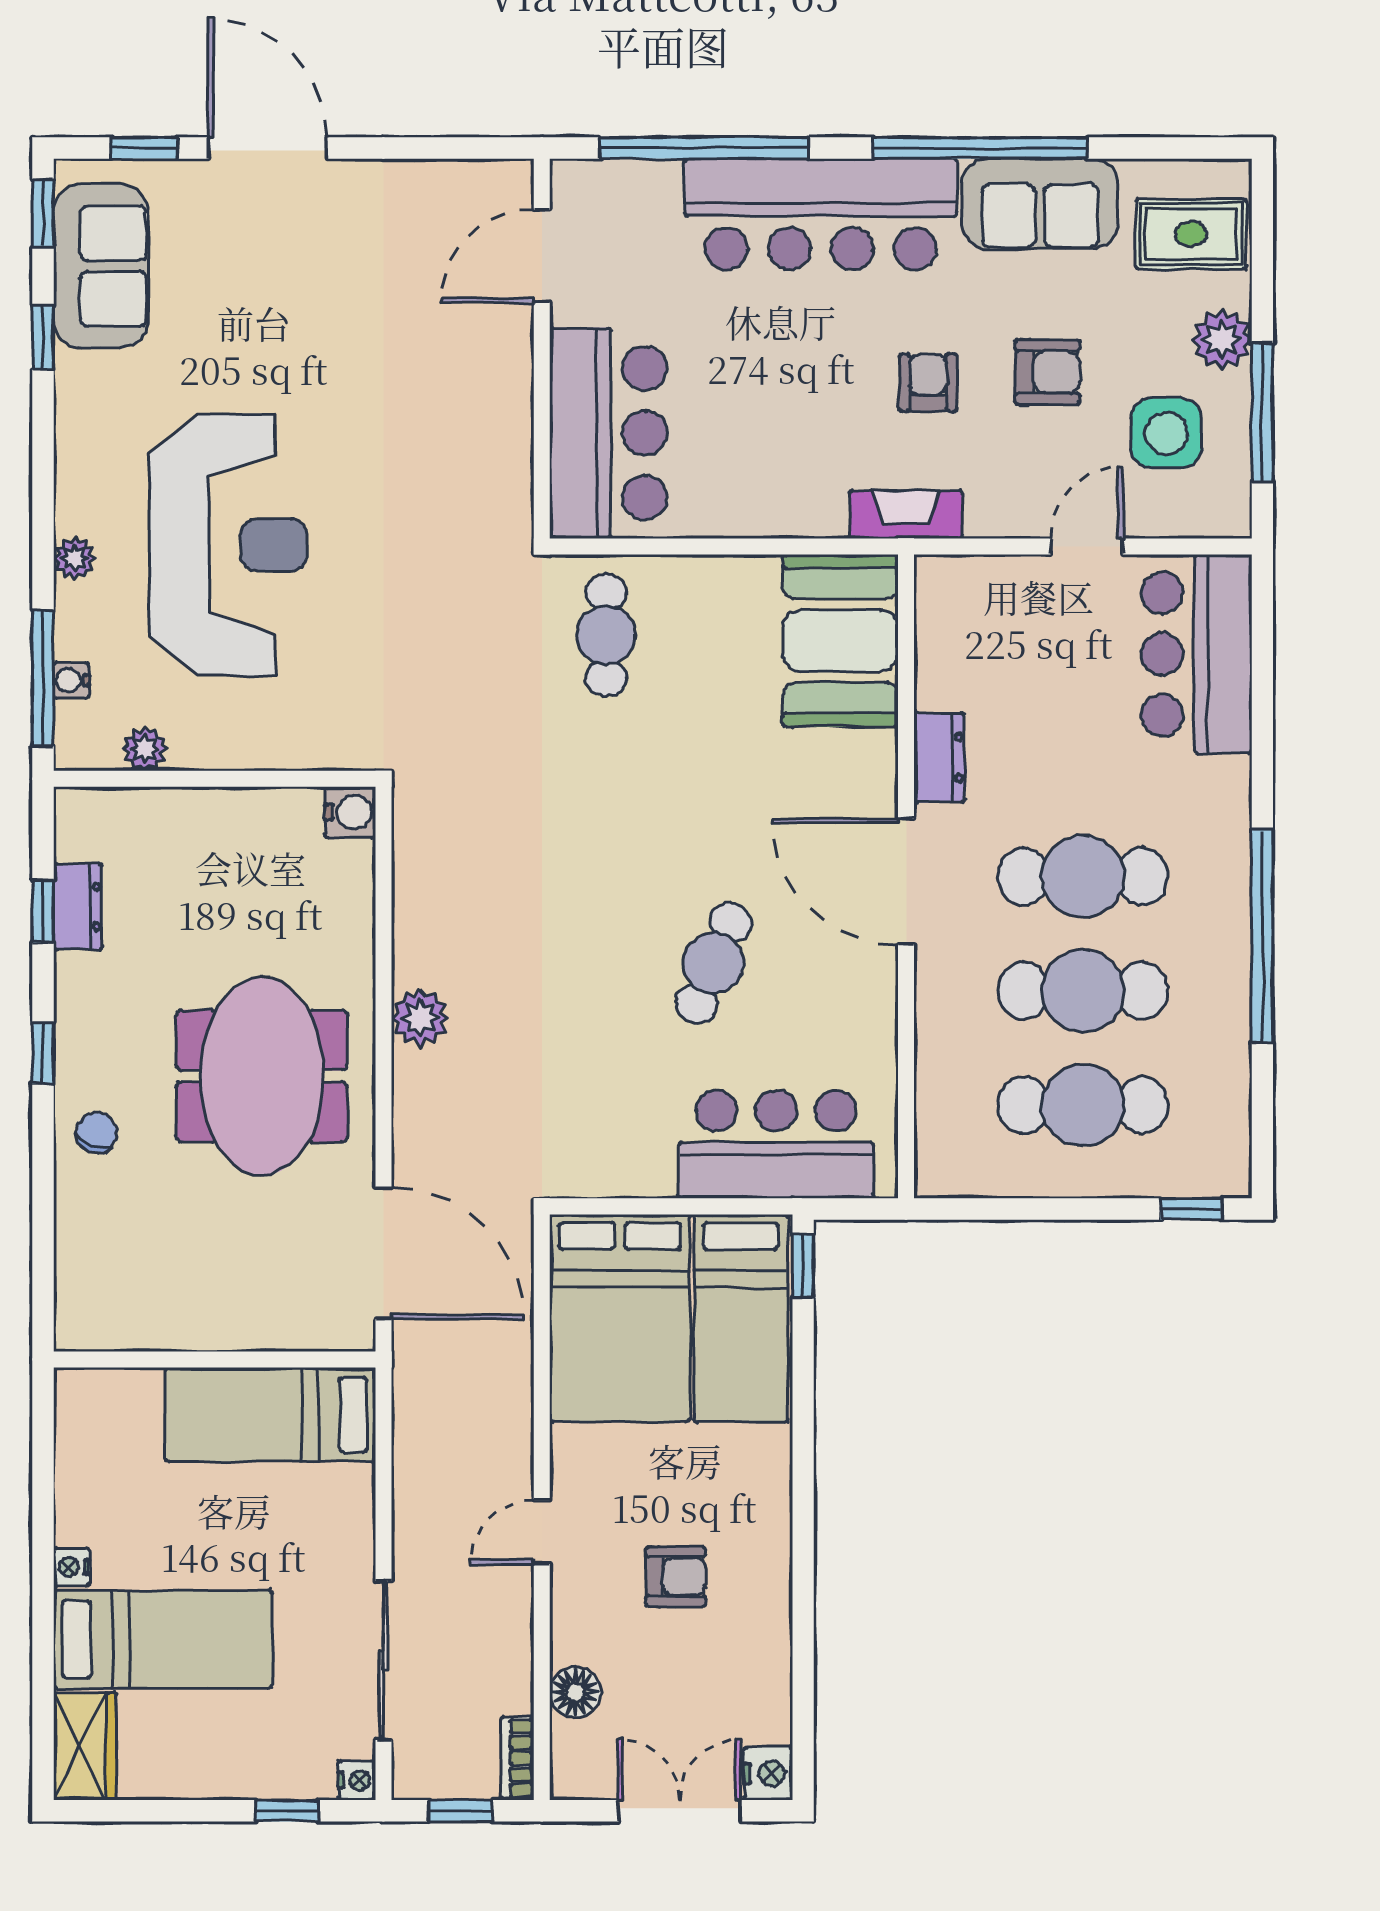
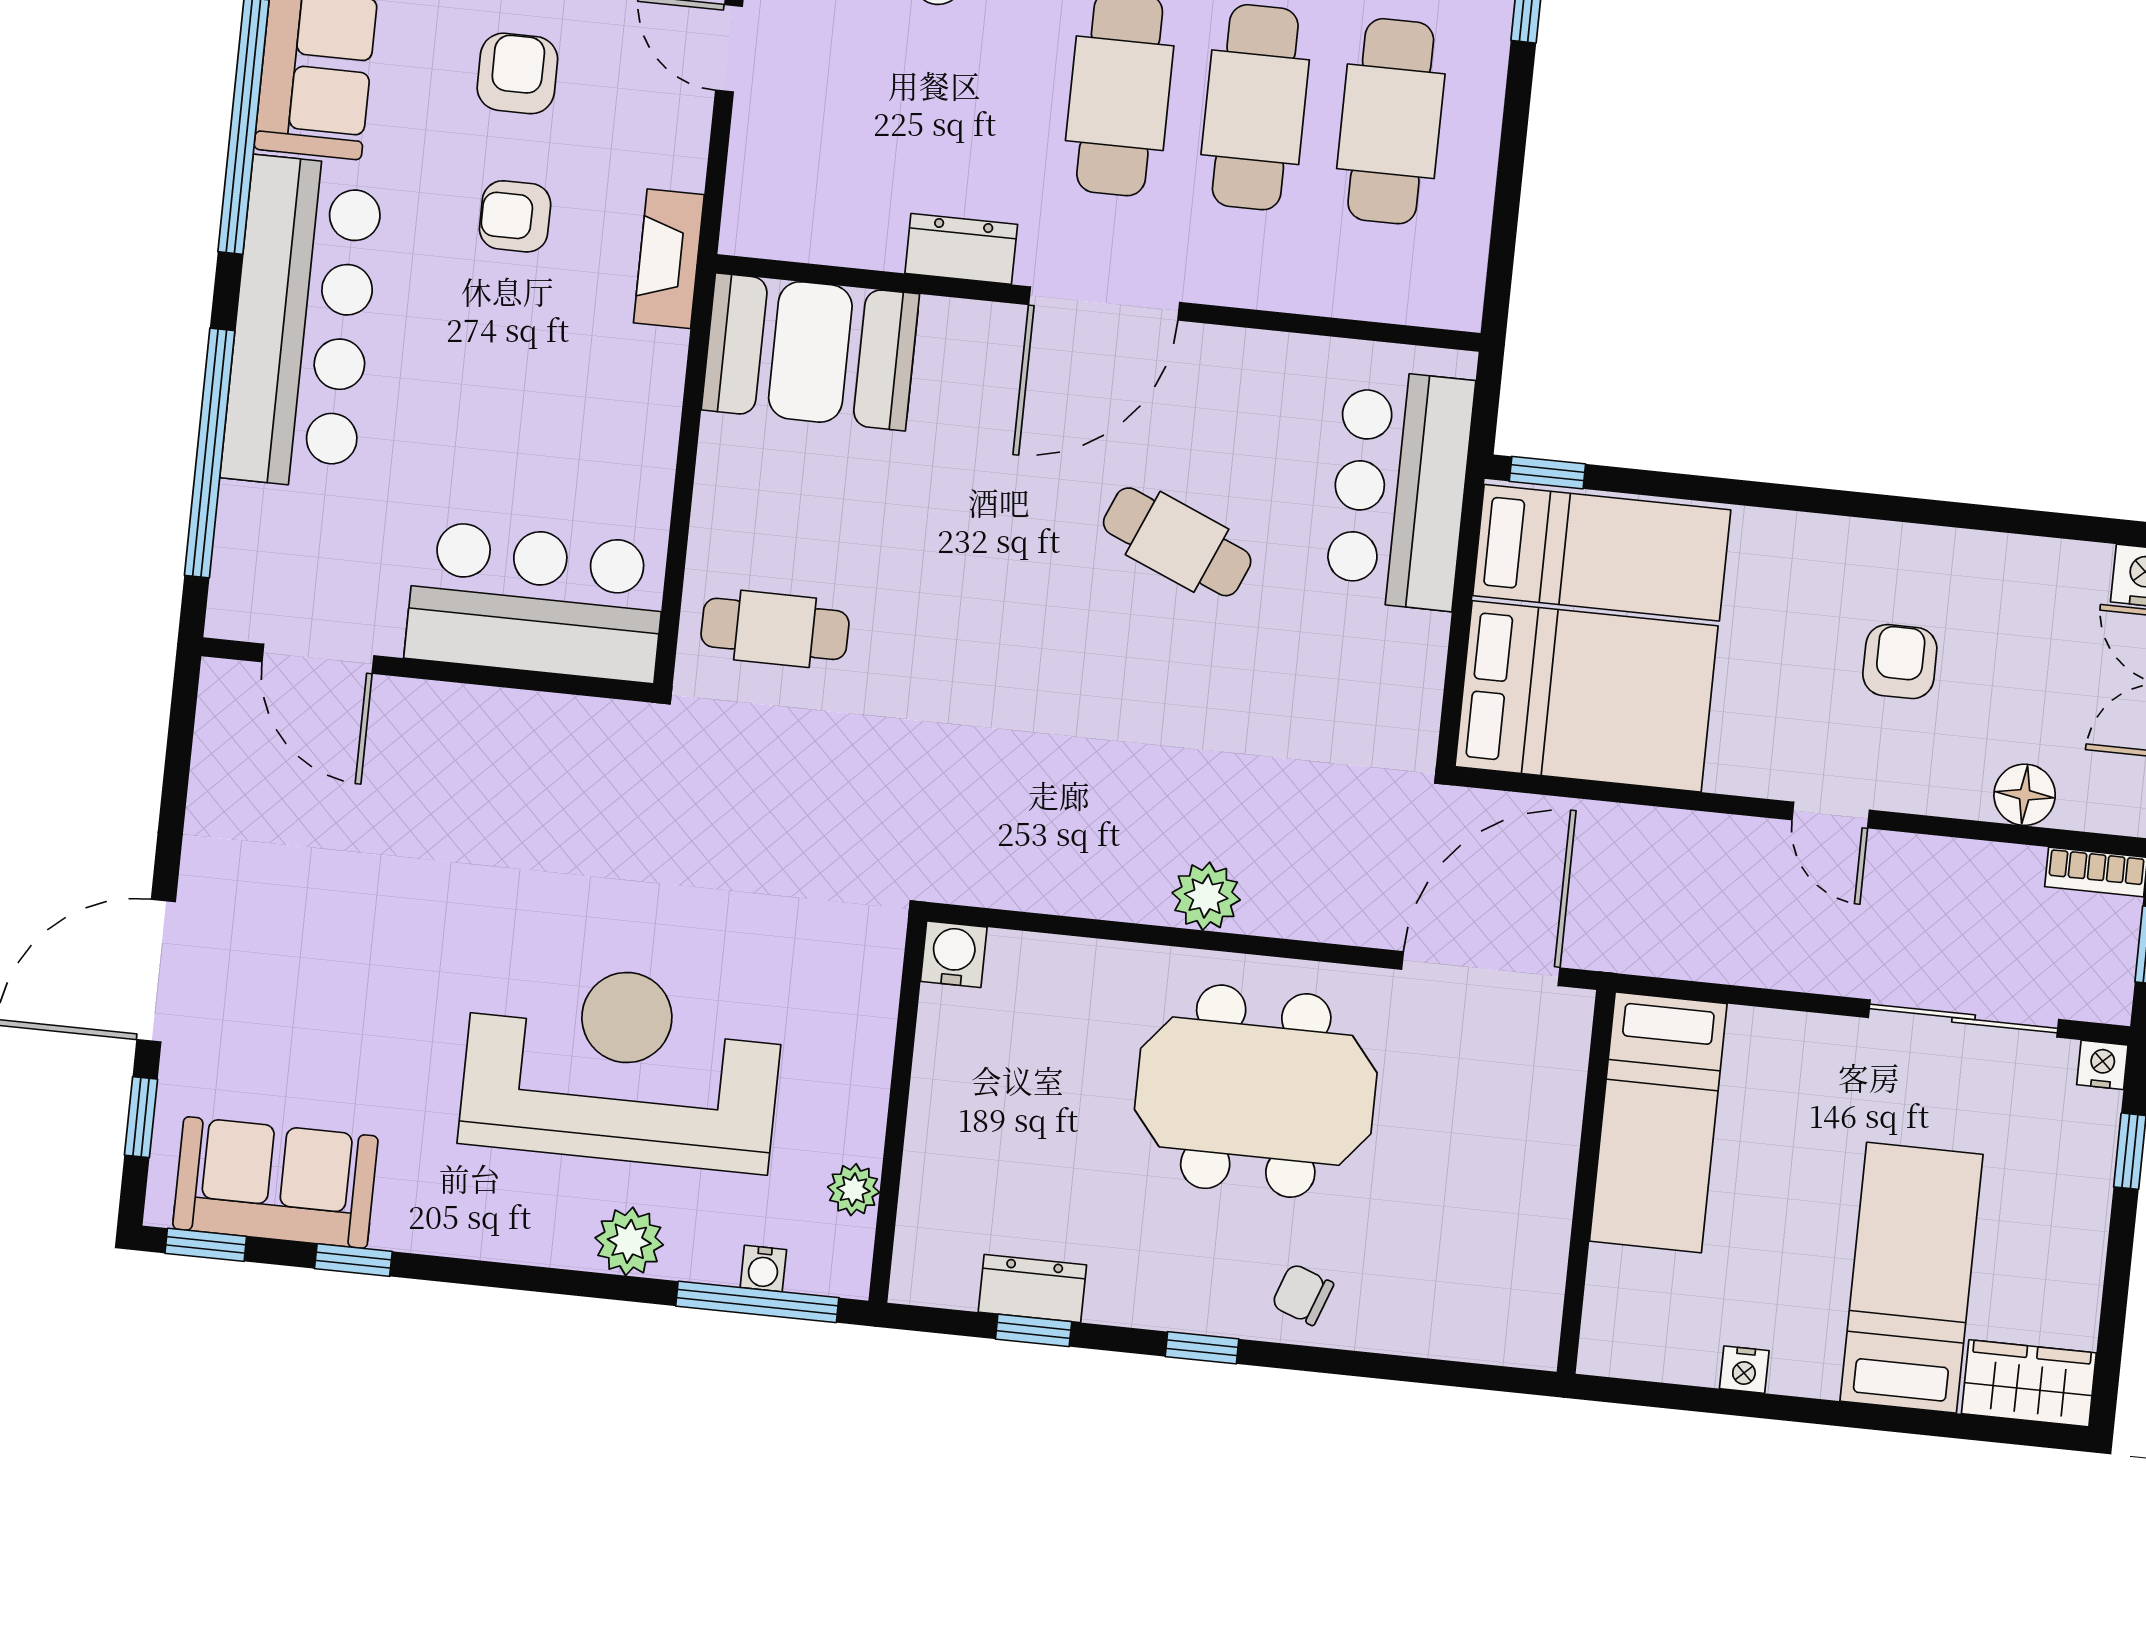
plant: (75, 558) -> (629, 1241), width x1.38, depth x1.38
nightstand: (72, 1567) -> (1744, 1370), moved

